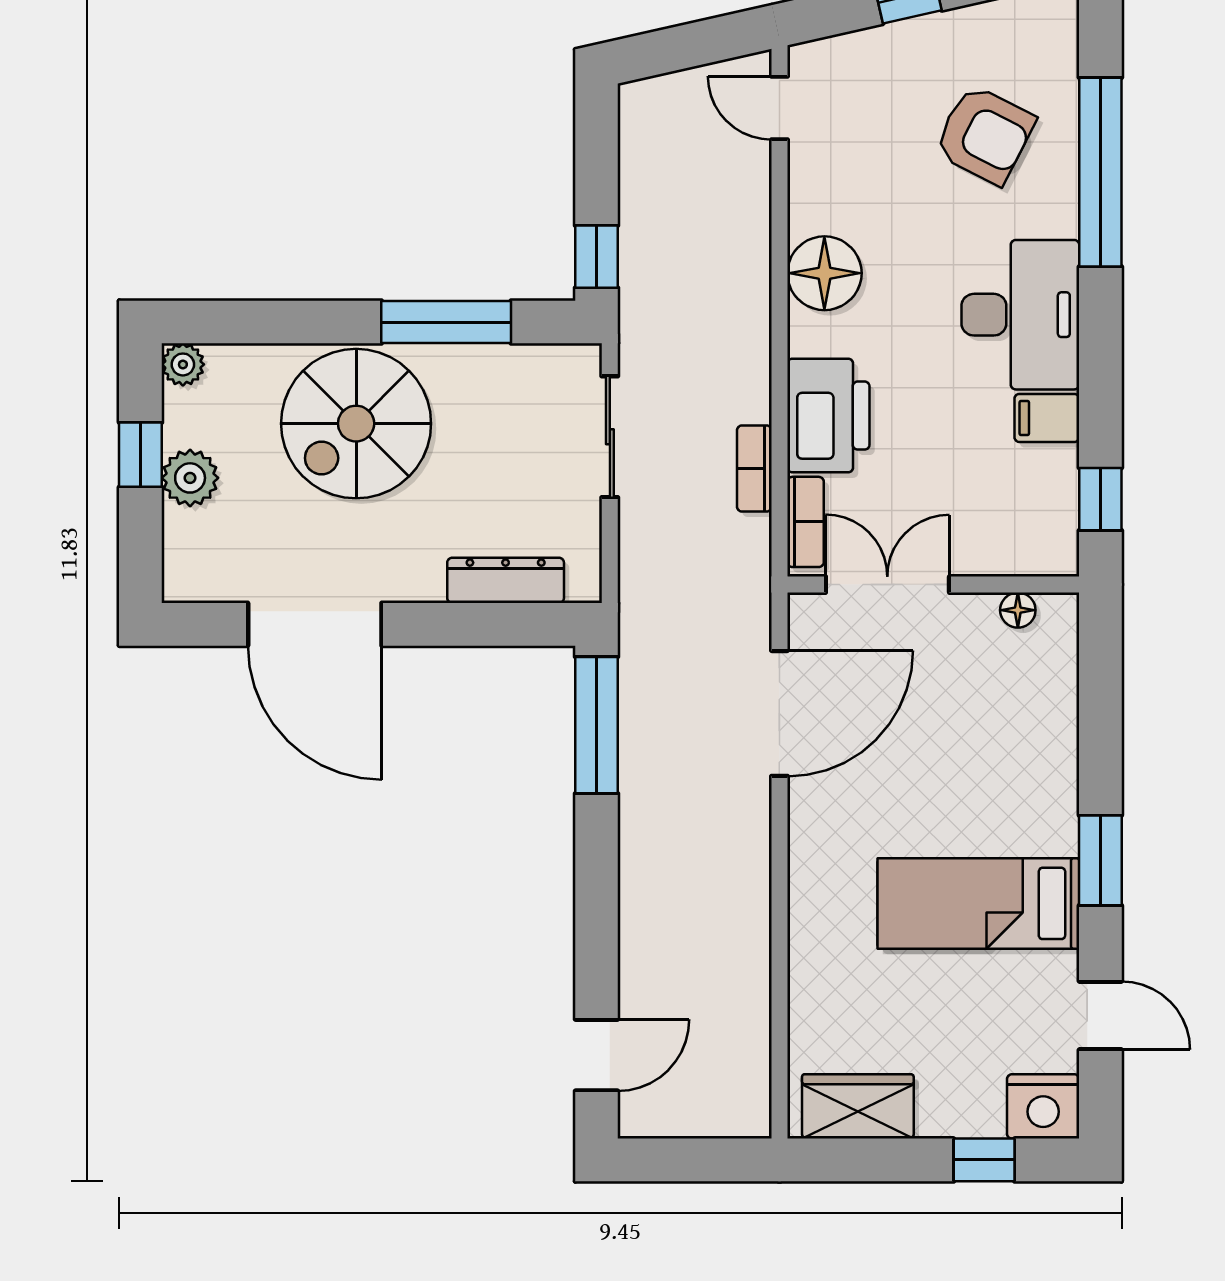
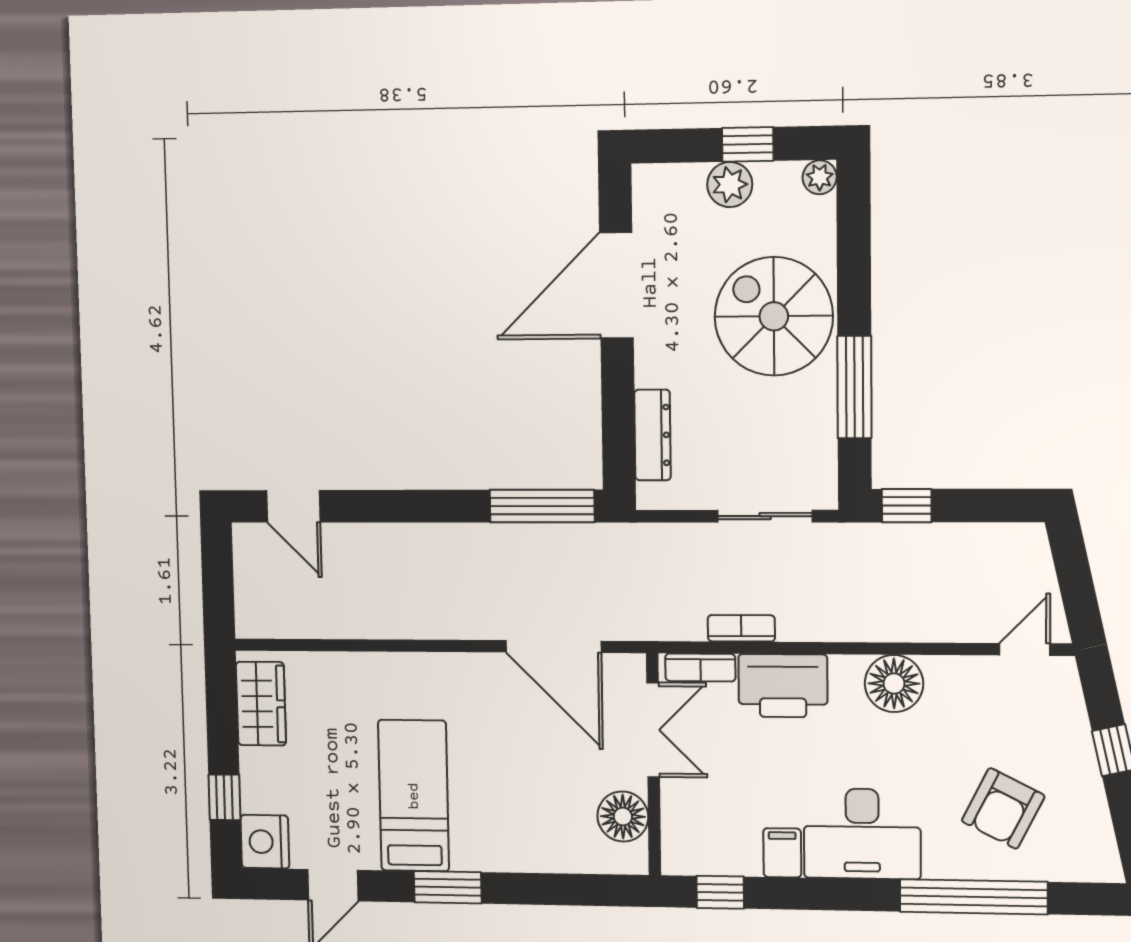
floor lamp: (1018, 610) -> (623, 817), width x1.89, depth x1.89

